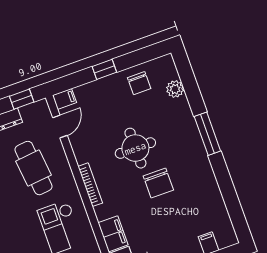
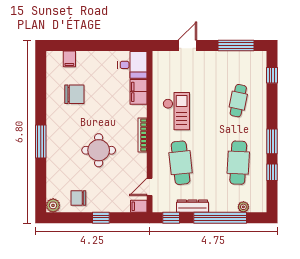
chair: (139, 83) -> (78, 198), turned -90
plant: (175, 89) -> (53, 205), moved
chair: (158, 183) -> (74, 94), moved, turned 90

